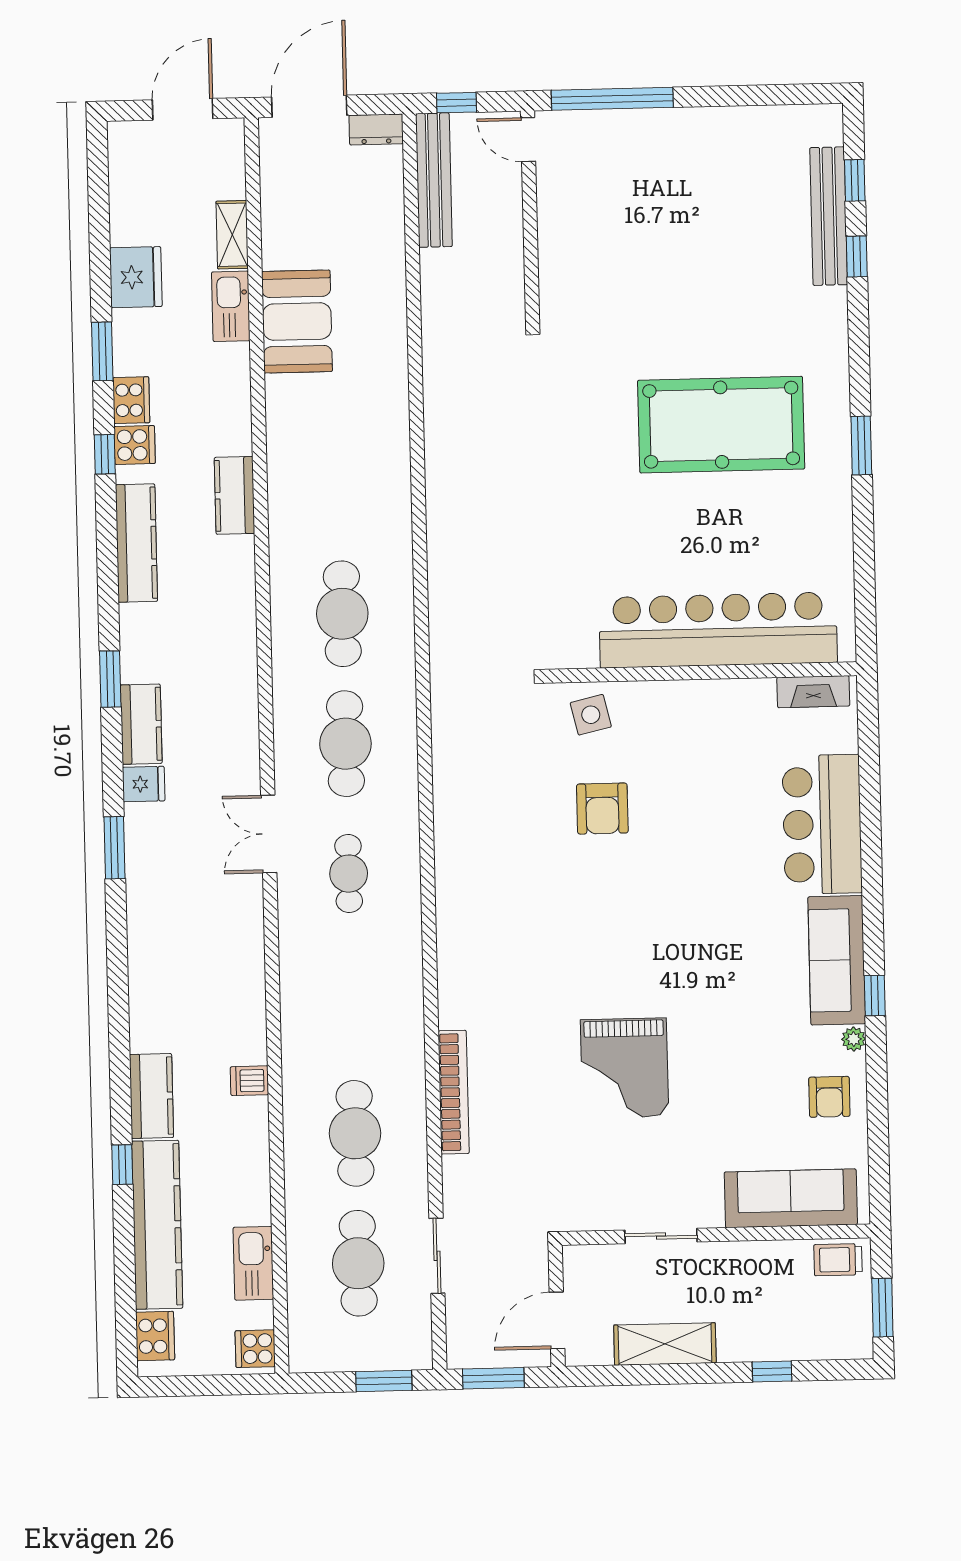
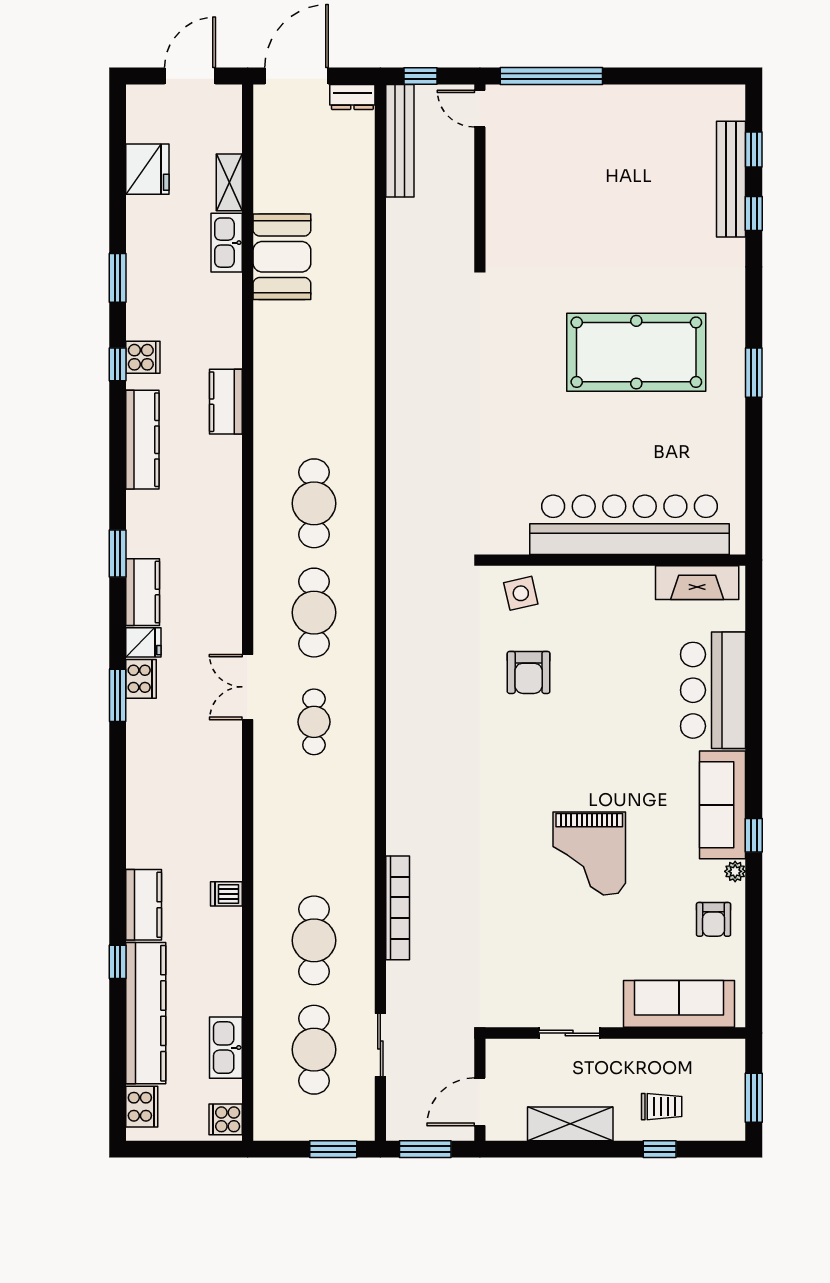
fridge: (136, 277) -> (147, 169), moved
cooker: (131, 400) -> (141, 679), moved
fireplace: (813, 692) -> (697, 583), width x1.37, depth x1.32
grand piano: (625, 1068) -> (589, 853), moved
trolley: (838, 1260) -> (662, 1107), moved, turned 180

